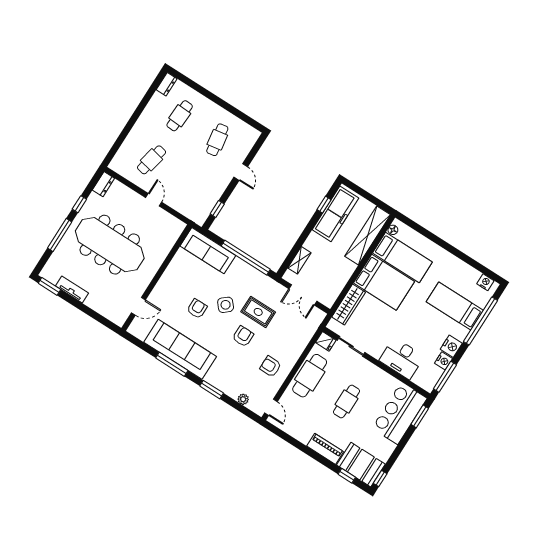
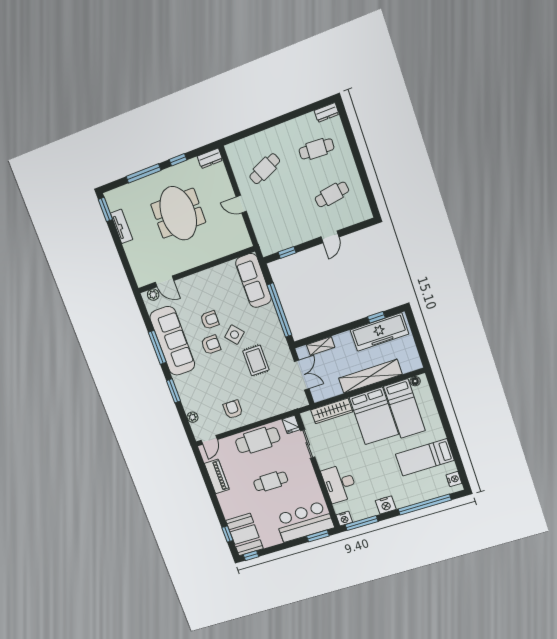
cafe table: (152, 160) -> (265, 169), turned -36
door: (154, 200) -> (241, 204), swing flipped
shelving: (368, 235) -> (370, 376), moved
meeting table: (110, 245) -> (178, 213), width x0.73
double door: (303, 295) -> (302, 375), swing flipped
bed: (455, 306) -> (425, 457), moved, turned -90
plant: (137, 324) -> (153, 295), added
armchair: (243, 336) -> (211, 345), moved
nightstand: (444, 361) -> (344, 519), moved
piano: (325, 449) -> (217, 476), moved

